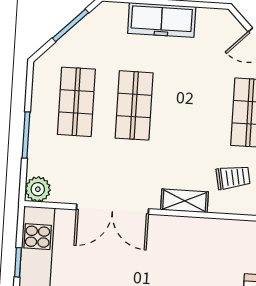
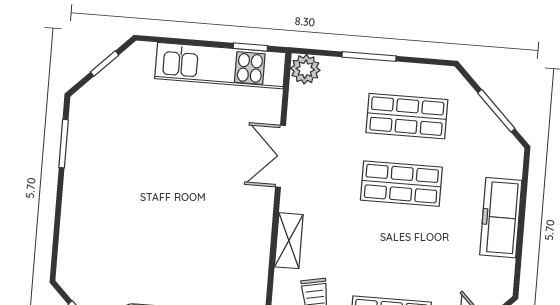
double door: (112, 209) -> (280, 156), width x0.73
window: (18, 262) -> (250, 47), moved

